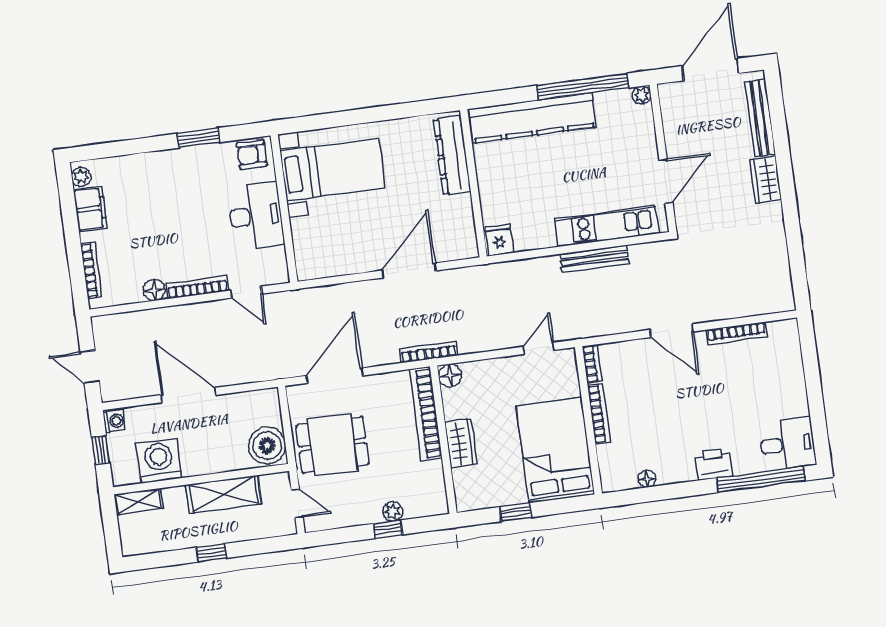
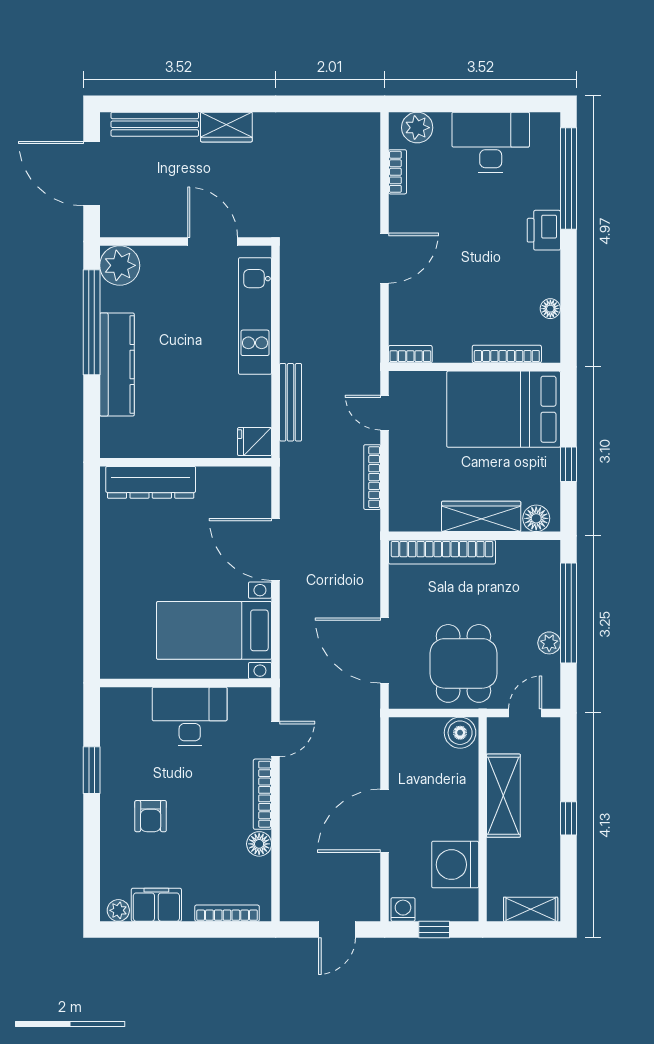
plant: (642, 95) -> (120, 265), width x1.88, depth x1.88
kitchen counter: (533, 118) -> (117, 365), width x0.72, depth x0.86
armchair: (252, 154) -> (151, 816), moved
bed with nightstands: (332, 169) -> (214, 630), moved, turned -90
bench: (594, 259) -> (291, 402), moved
bookcase: (736, 333) -> (398, 172), width x0.64
plant: (787, 344) -> (417, 128), added
bookcase: (429, 352) -> (372, 477), moved
floor lamp: (450, 375) -> (536, 518), moved
bookcase: (599, 414) -> (507, 354), moved
wardrobe: (461, 443) -> (481, 516), width x1.50
desk: (788, 444) -> (491, 142), moved, width x1.37
boiler: (267, 446) -> (460, 733), width x0.73, depth x0.73
shelving: (138, 502) -> (531, 909), moved, turned 90
plant: (393, 512) -> (549, 643), moved
window: (388, 529) -> (568, 613), width x3.17

